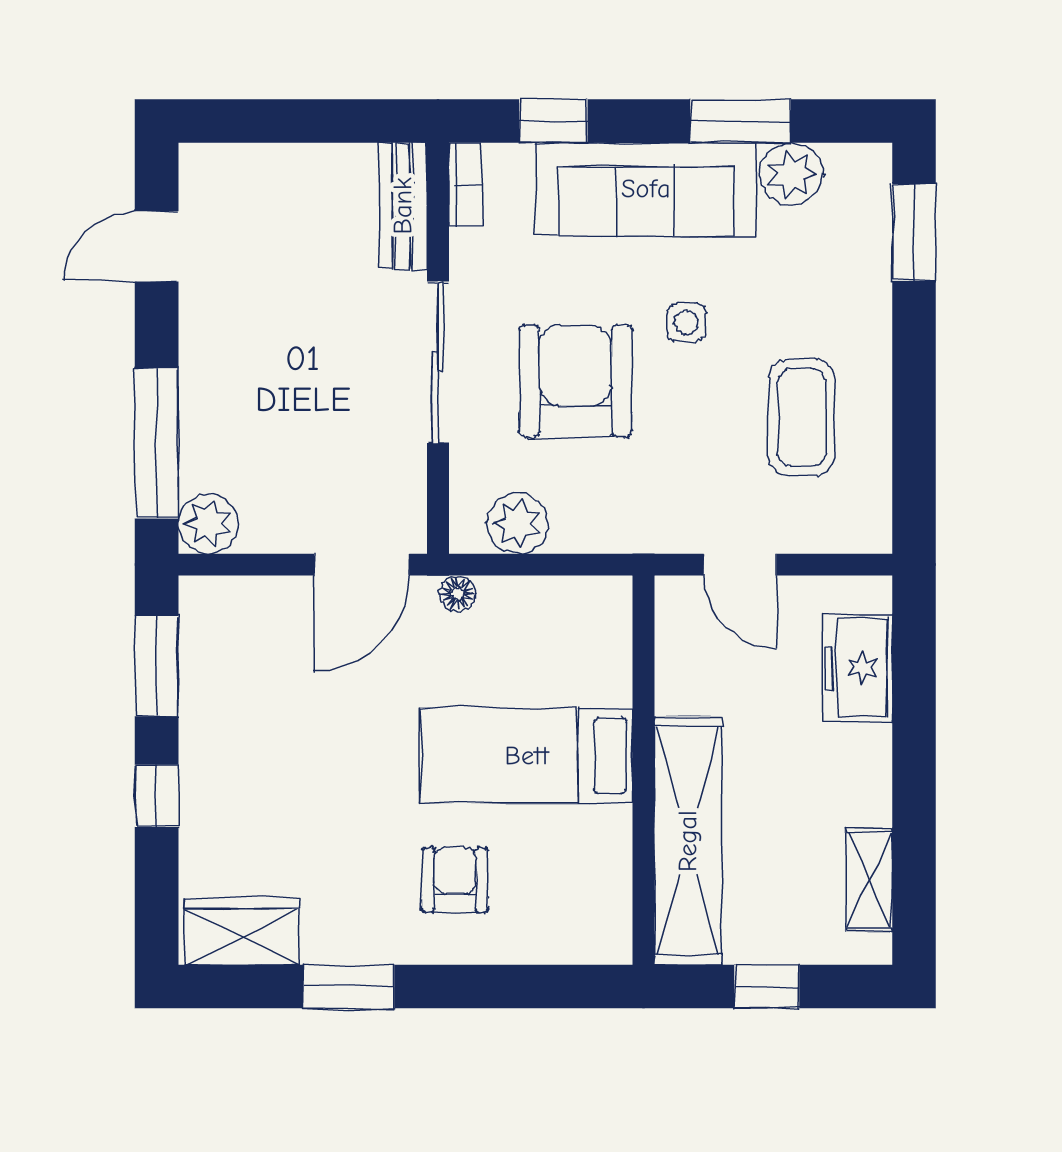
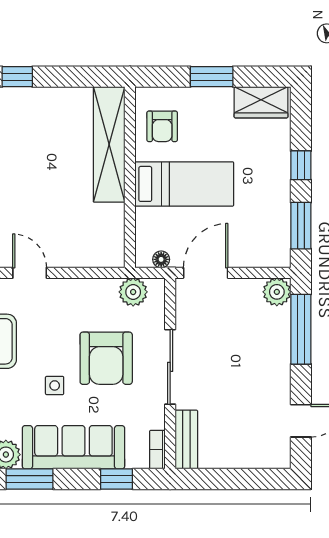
bed: (527, 756) -> (184, 184), moved
wall: (644, 770) -> (130, 177), moved
shelving: (688, 841) -> (109, 144), moved

